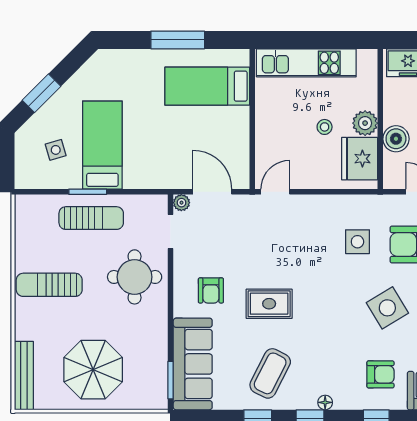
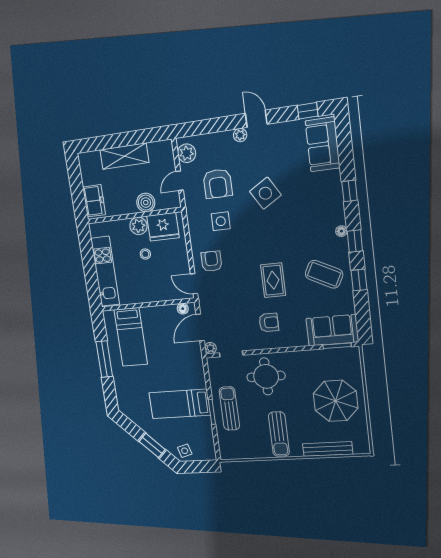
side table: (56, 150) -> (185, 451), moved
floor lamp: (242, 170) -> (183, 309), added
sofa: (193, 364) -> (332, 330), width x0.73
armchair: (380, 374) -> (212, 261), moved
bench: (24, 376) -> (328, 449), moved

